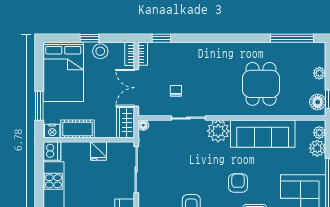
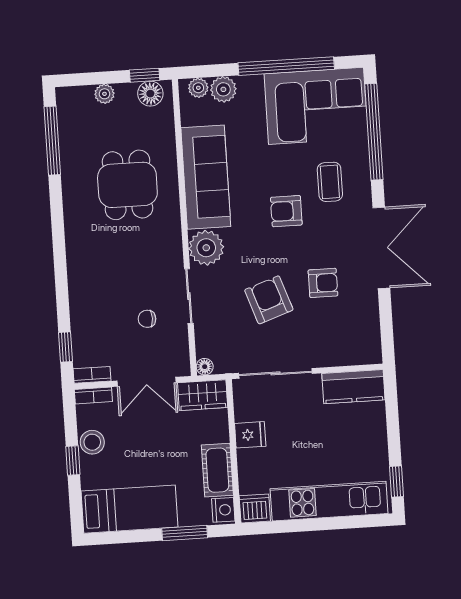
bed: (63, 72) -> (129, 509), width x0.67
dining table: (261, 84) -> (127, 185), turned 90
armchair: (183, 168) -> (269, 300), added

